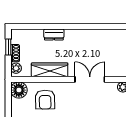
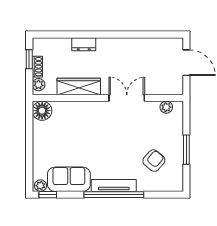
armchair: (45, 100) -> (73, 122), removed

